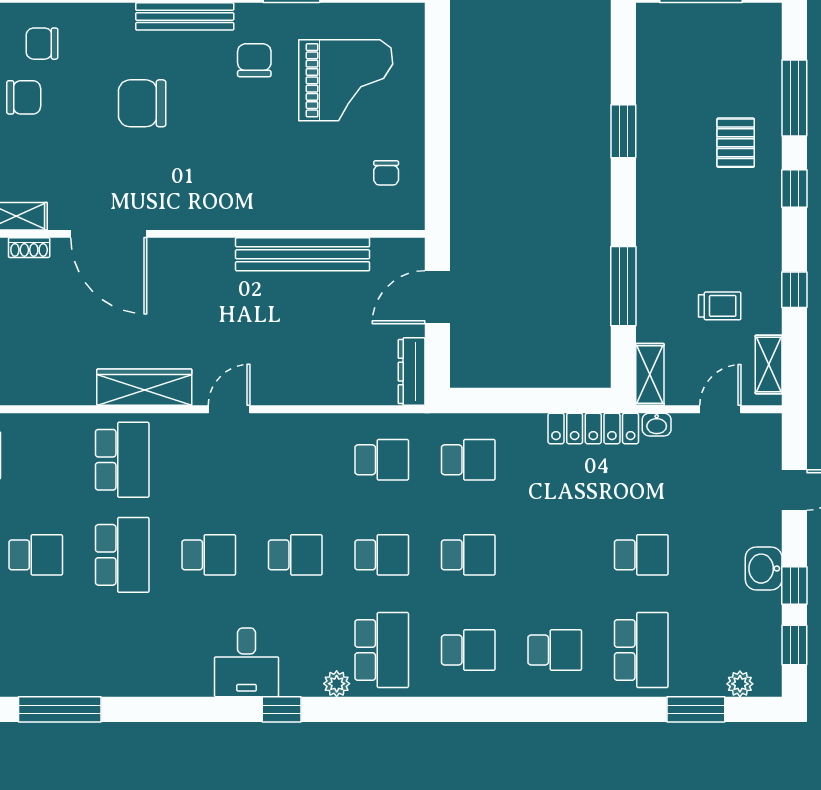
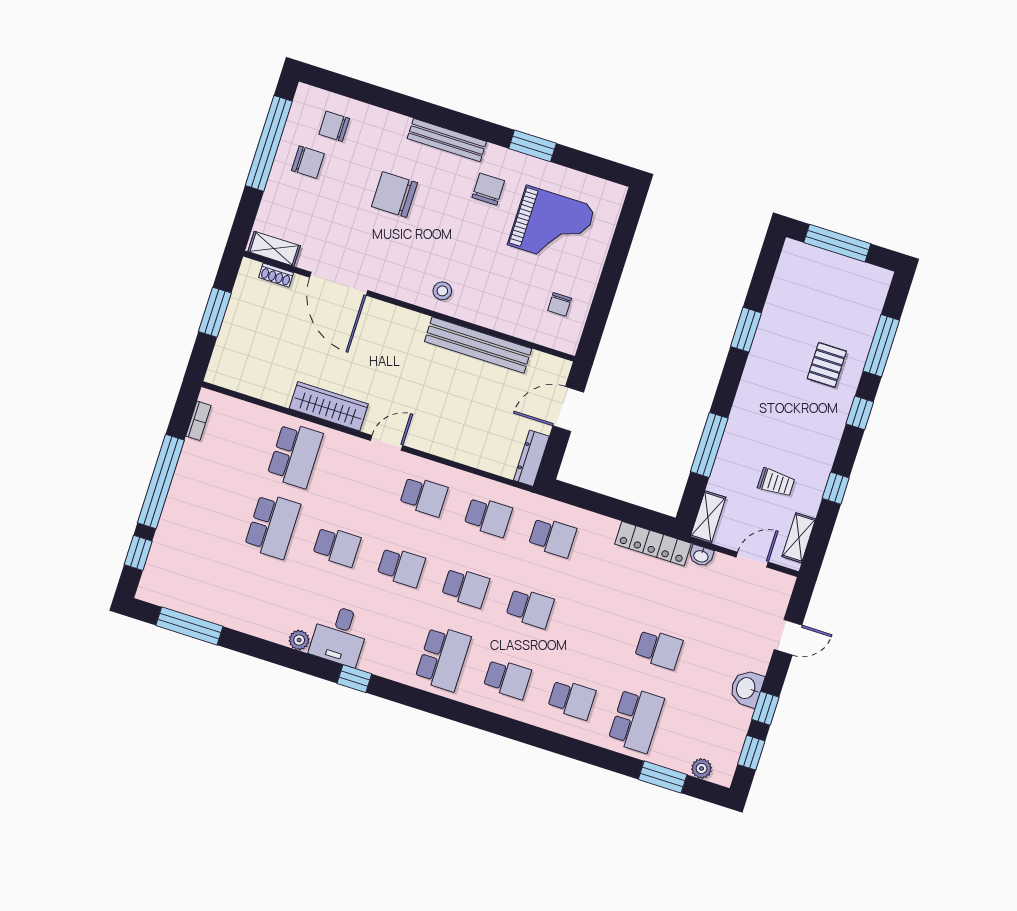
stool: (238, 202) -> (442, 291), added
school desk: (36, 555) -> (424, 496), moved
plant: (337, 684) -> (299, 640), moved

